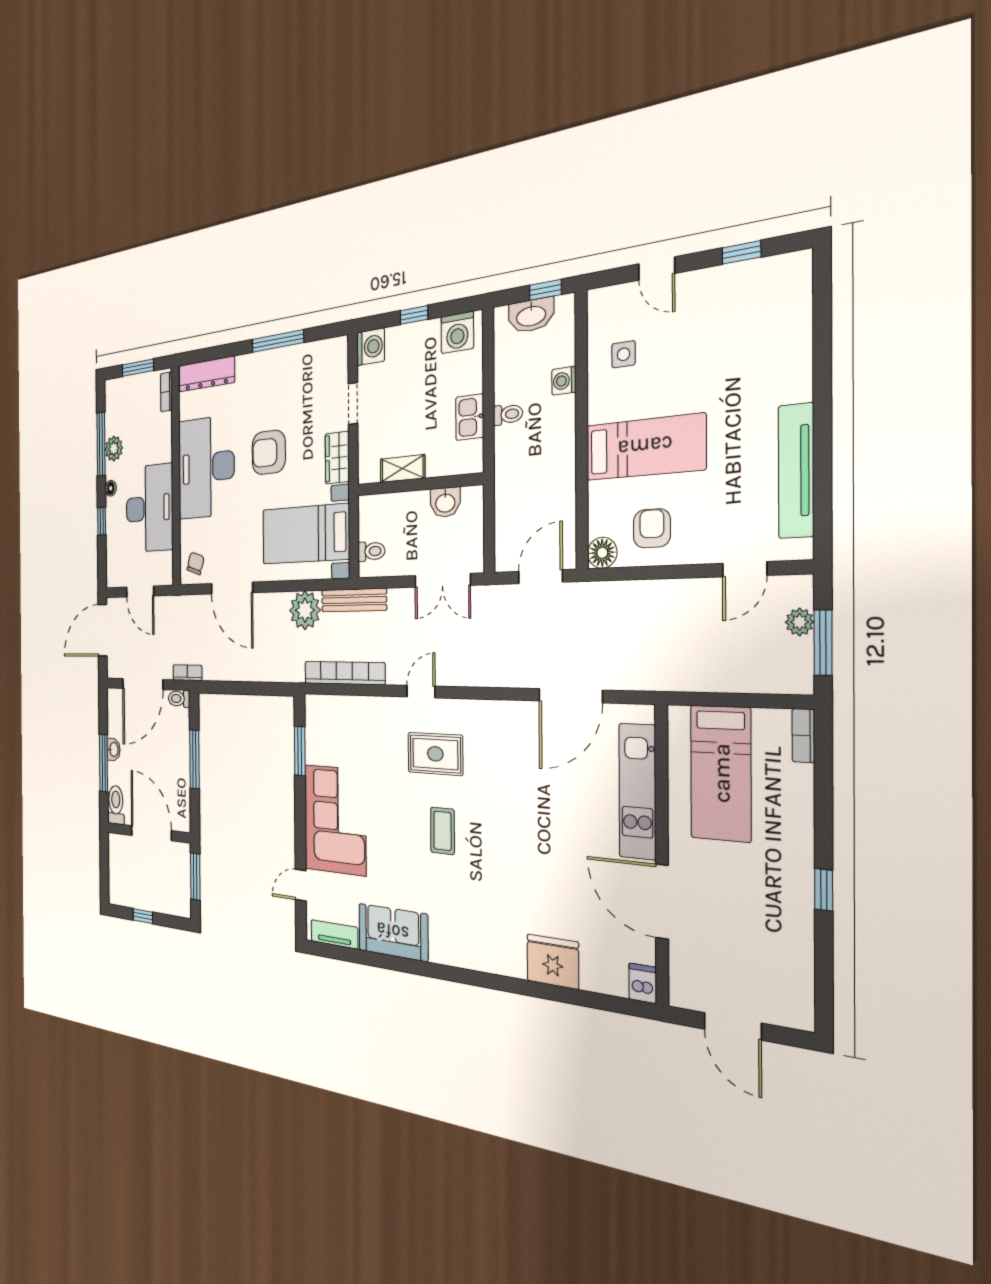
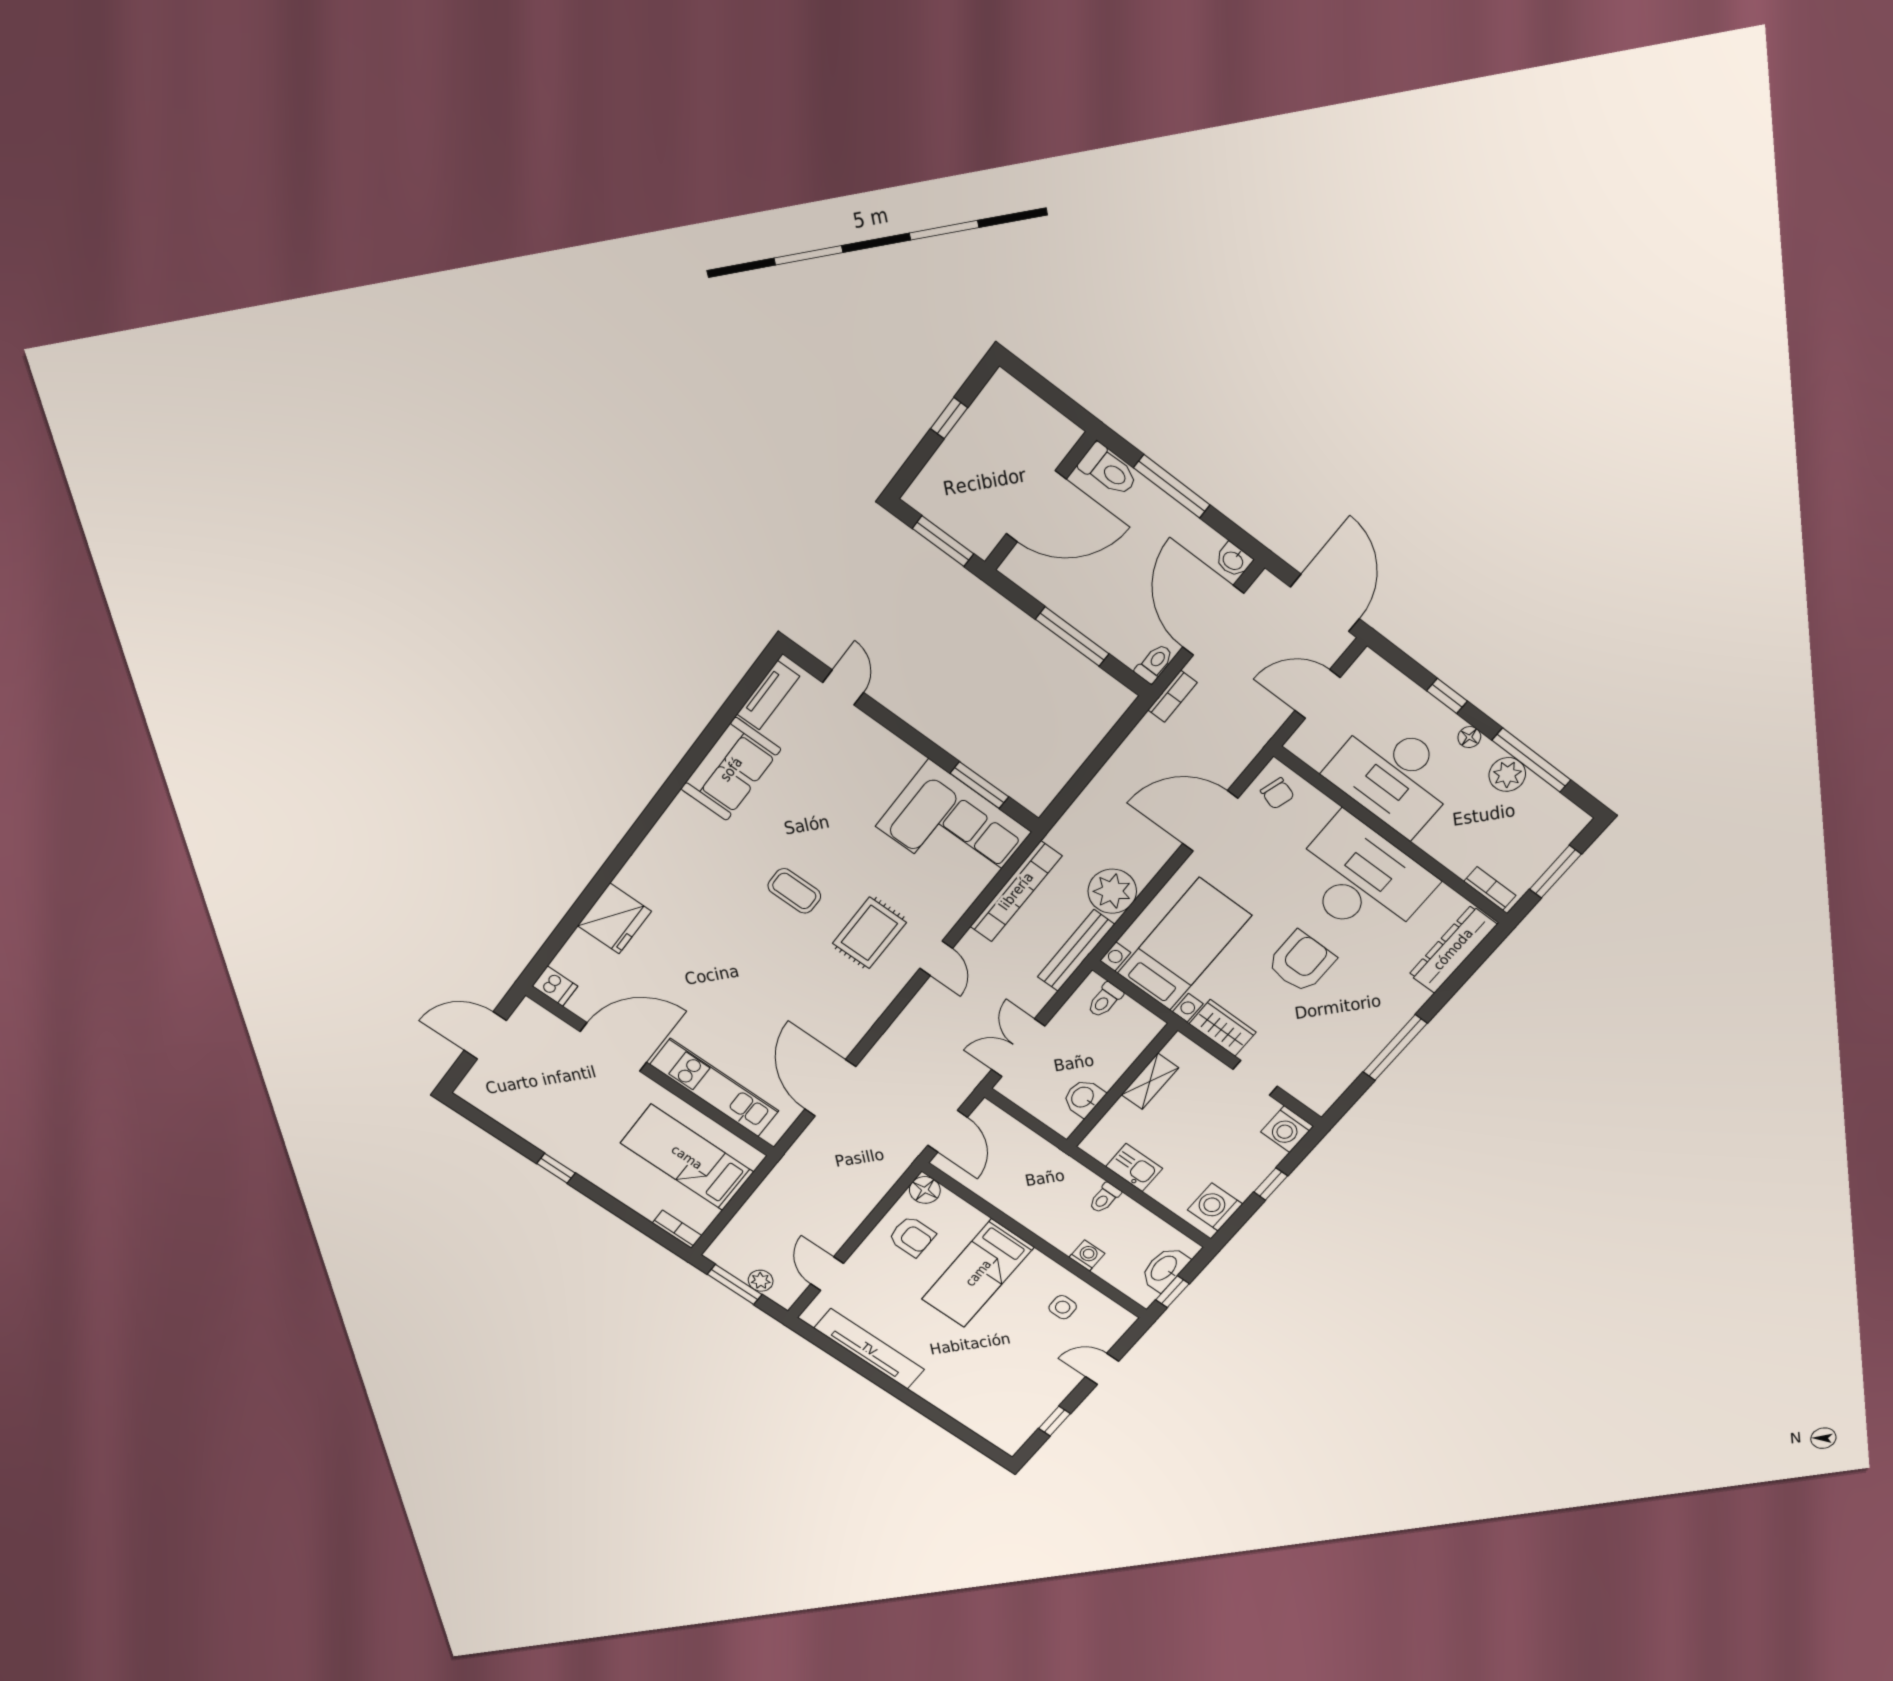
washbasin: (114, 749) -> (1233, 560), moved
corner sofa: (335, 820) -> (953, 829), moved

